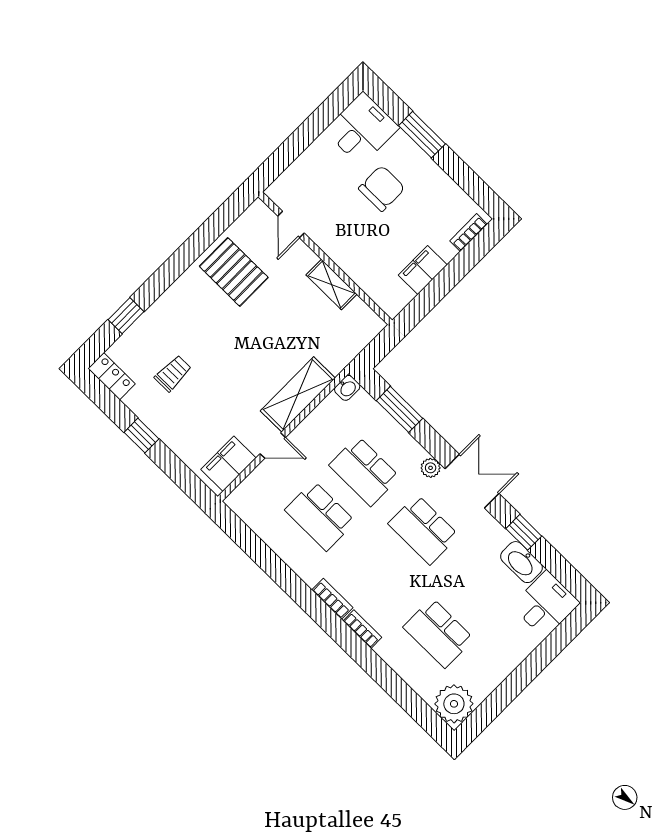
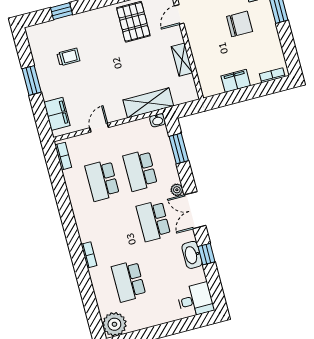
locker: (112, 376) -> (34, 39), removed
shelving: (298, 394) -> (148, 103), moved
window: (141, 436) -> (32, 80), width x1.50
door: (273, 446) -> (99, 128), swing flipped
filing cabinet: (228, 464) -> (57, 114), moved, turned 90
double door: (472, 481) -> (195, 210), swing flipped
washbasin: (521, 562) -> (192, 255), moved
bookcase: (332, 599) -> (63, 156), moved

